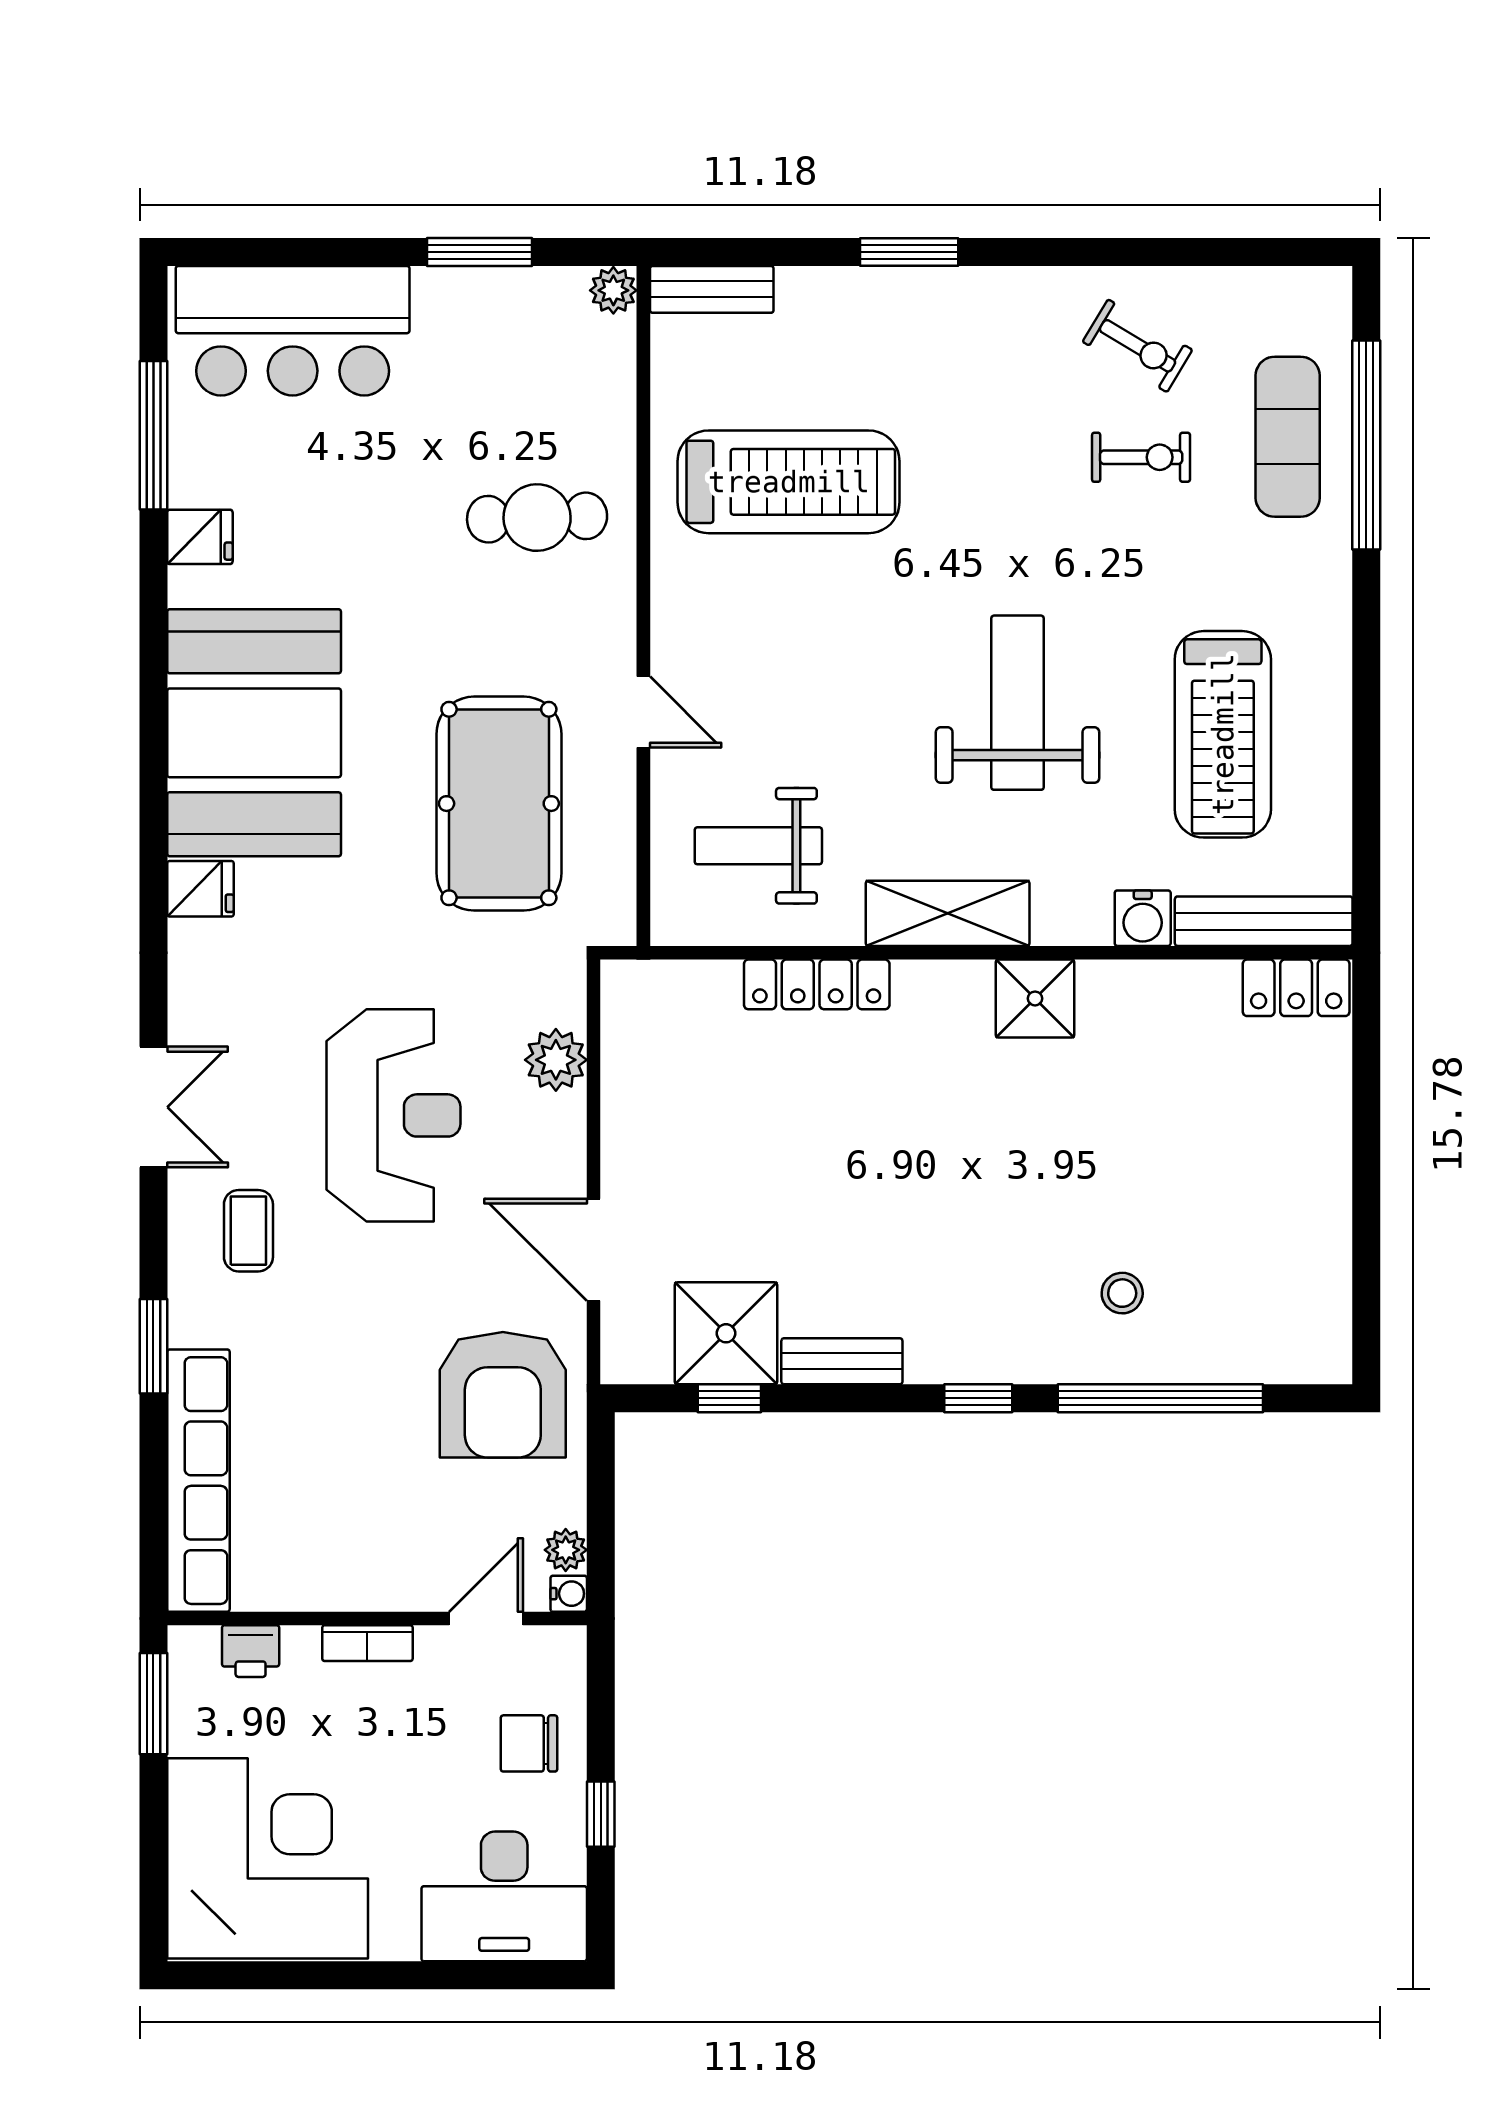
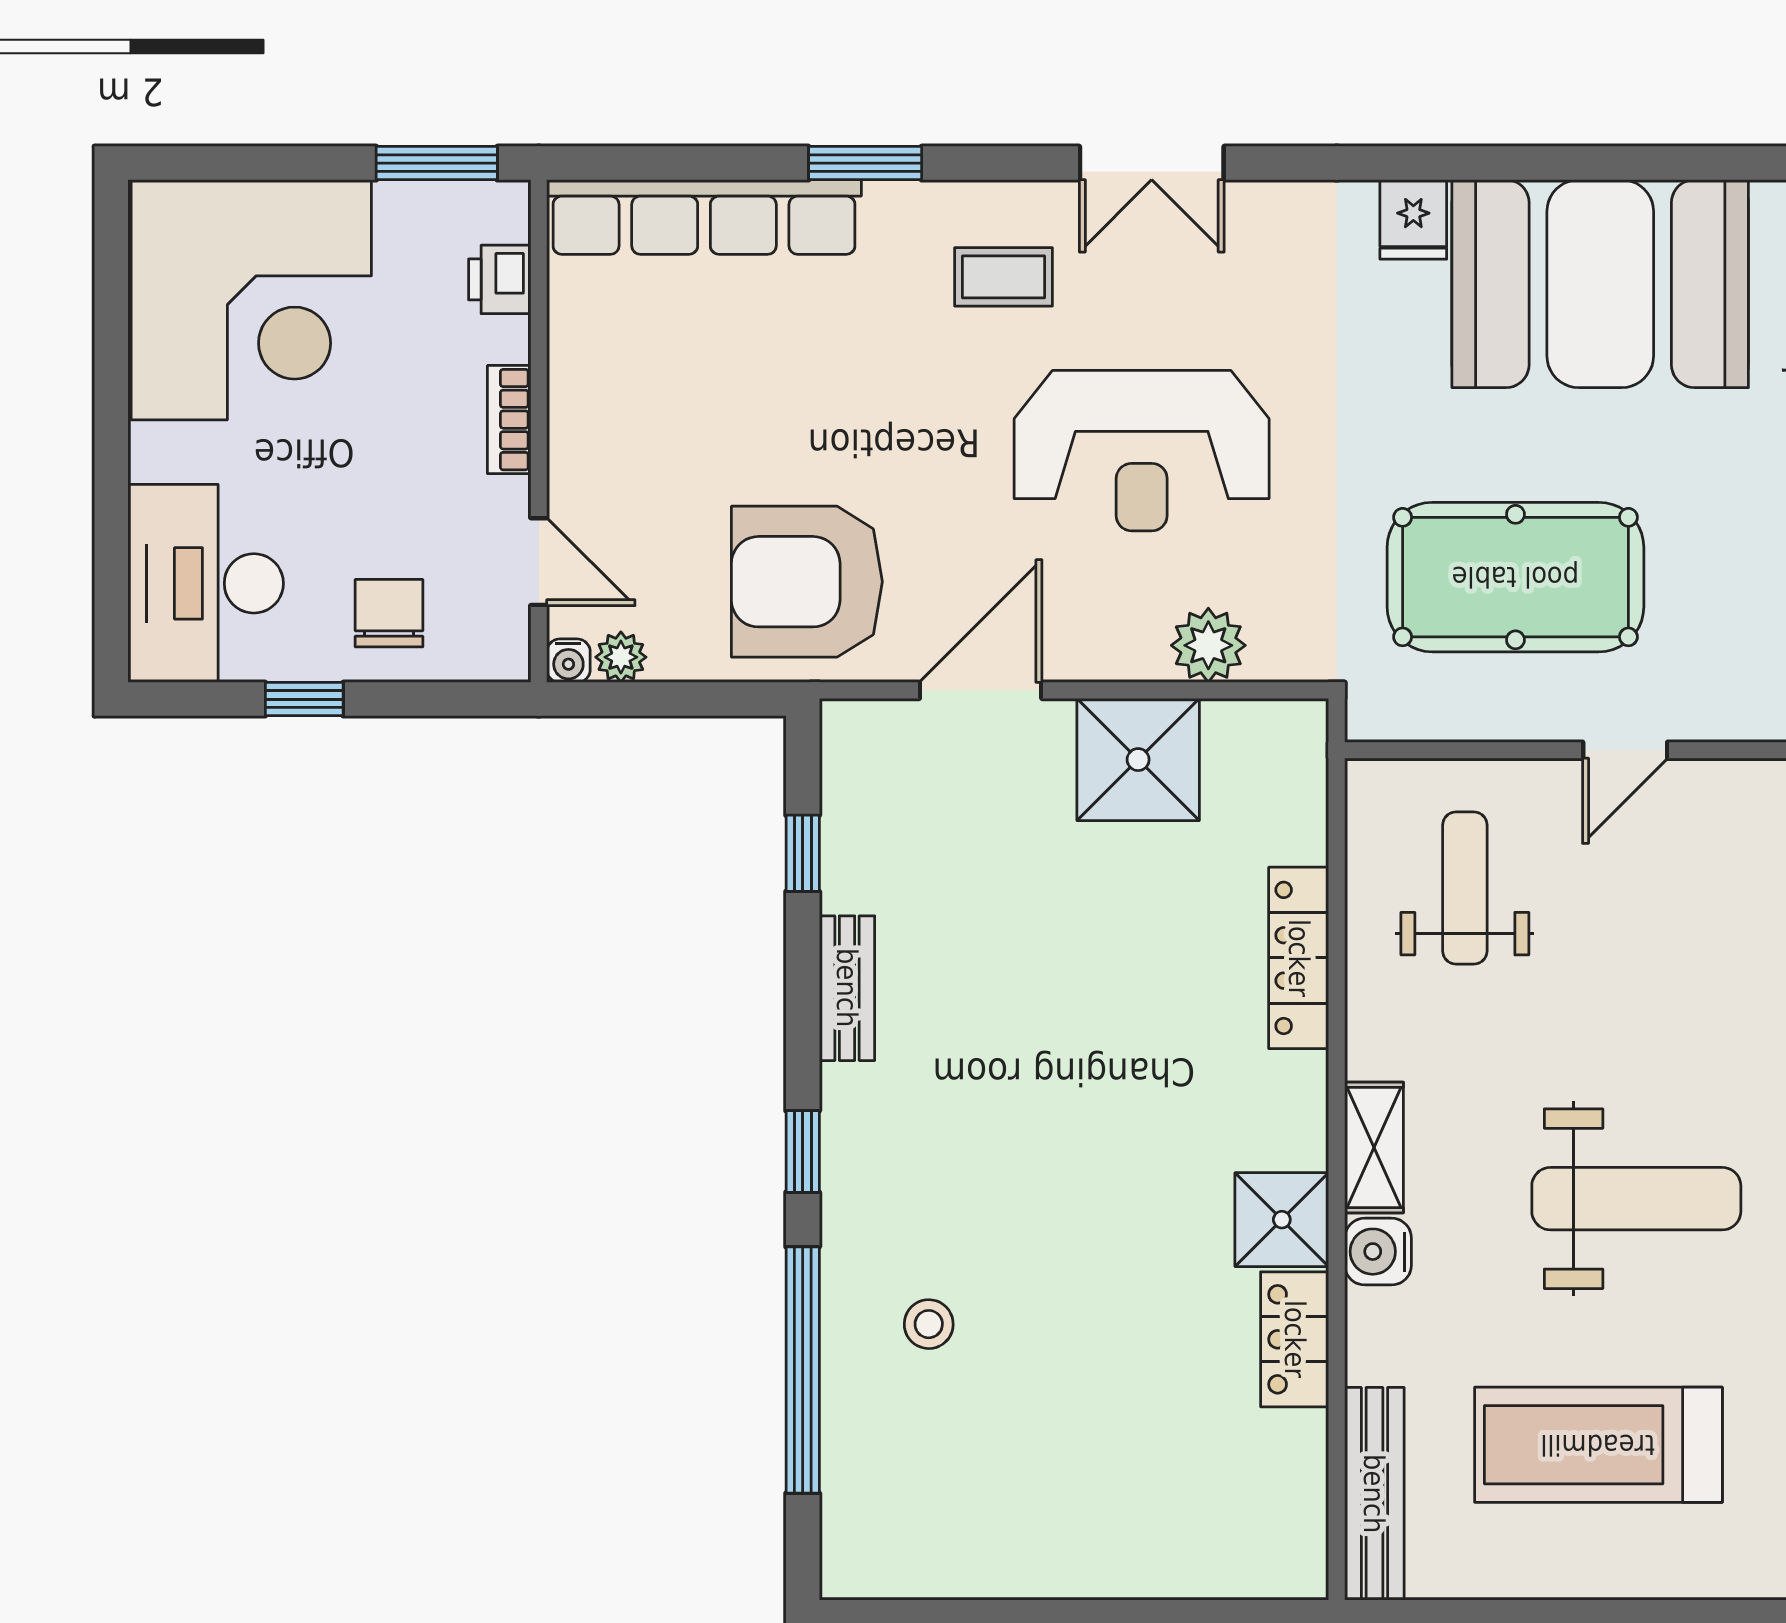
shelving: (948, 913) -> (1374, 1148), width x0.67, depth x0.75
water cooler: (1143, 918) -> (1378, 1252), moved
locker: (1296, 988) -> (1295, 1339), moved
shower: (726, 1333) -> (1138, 760), moved

